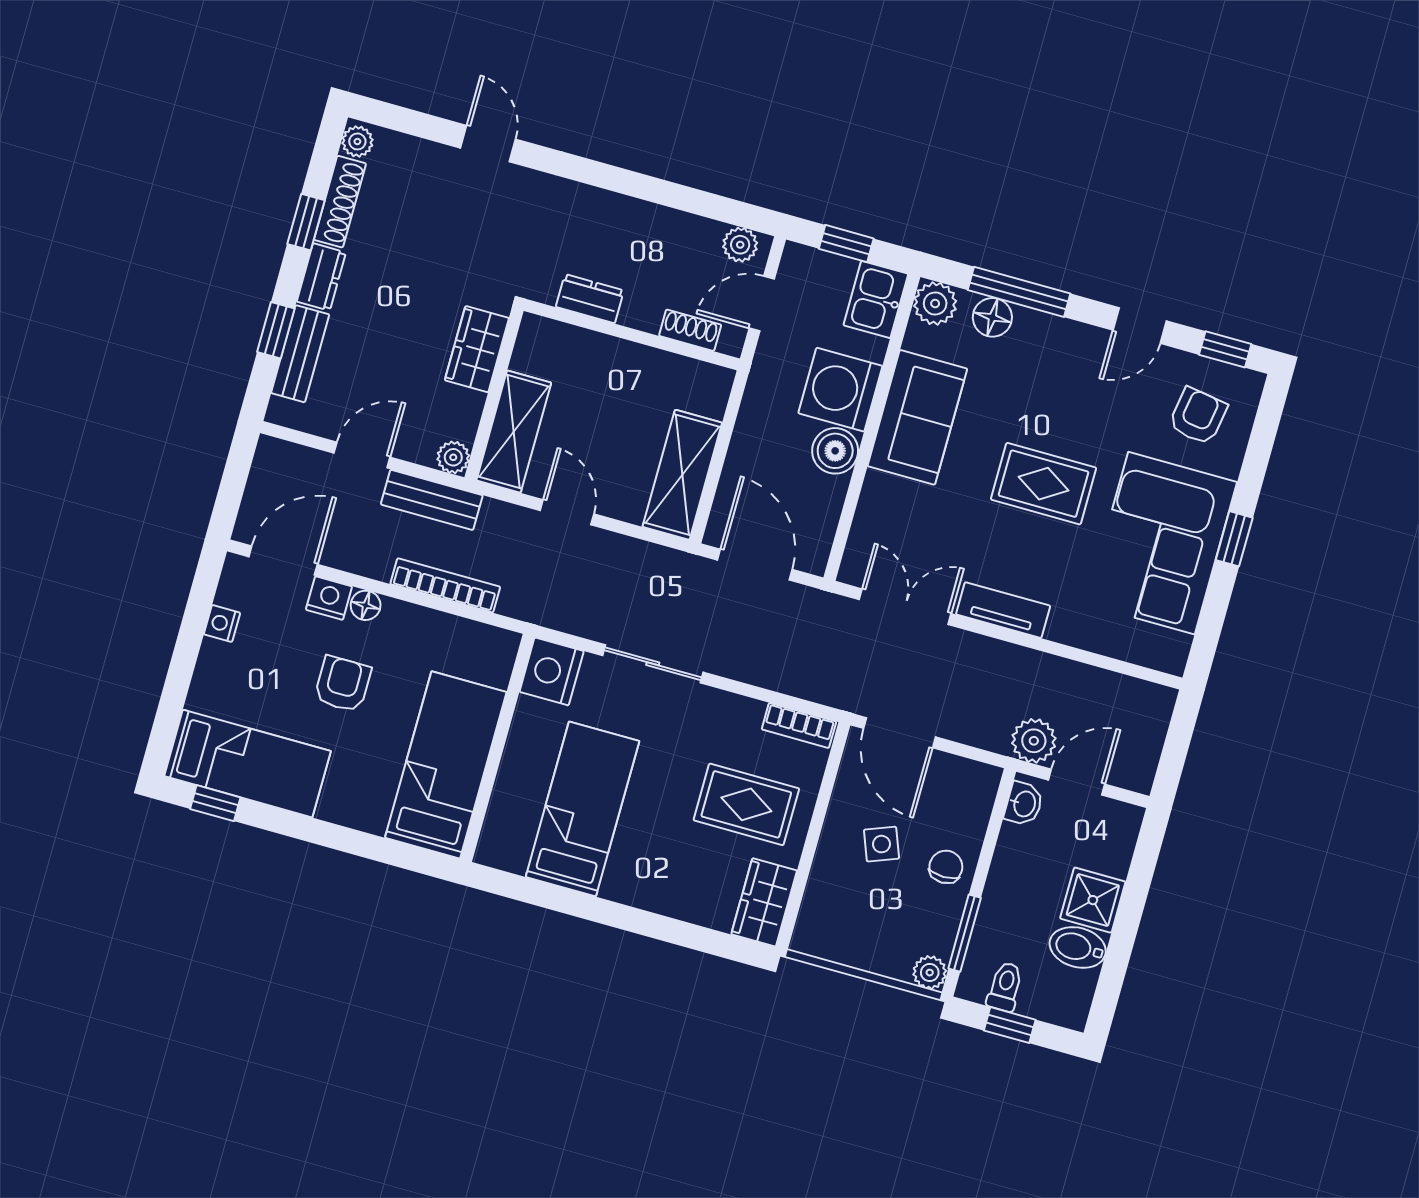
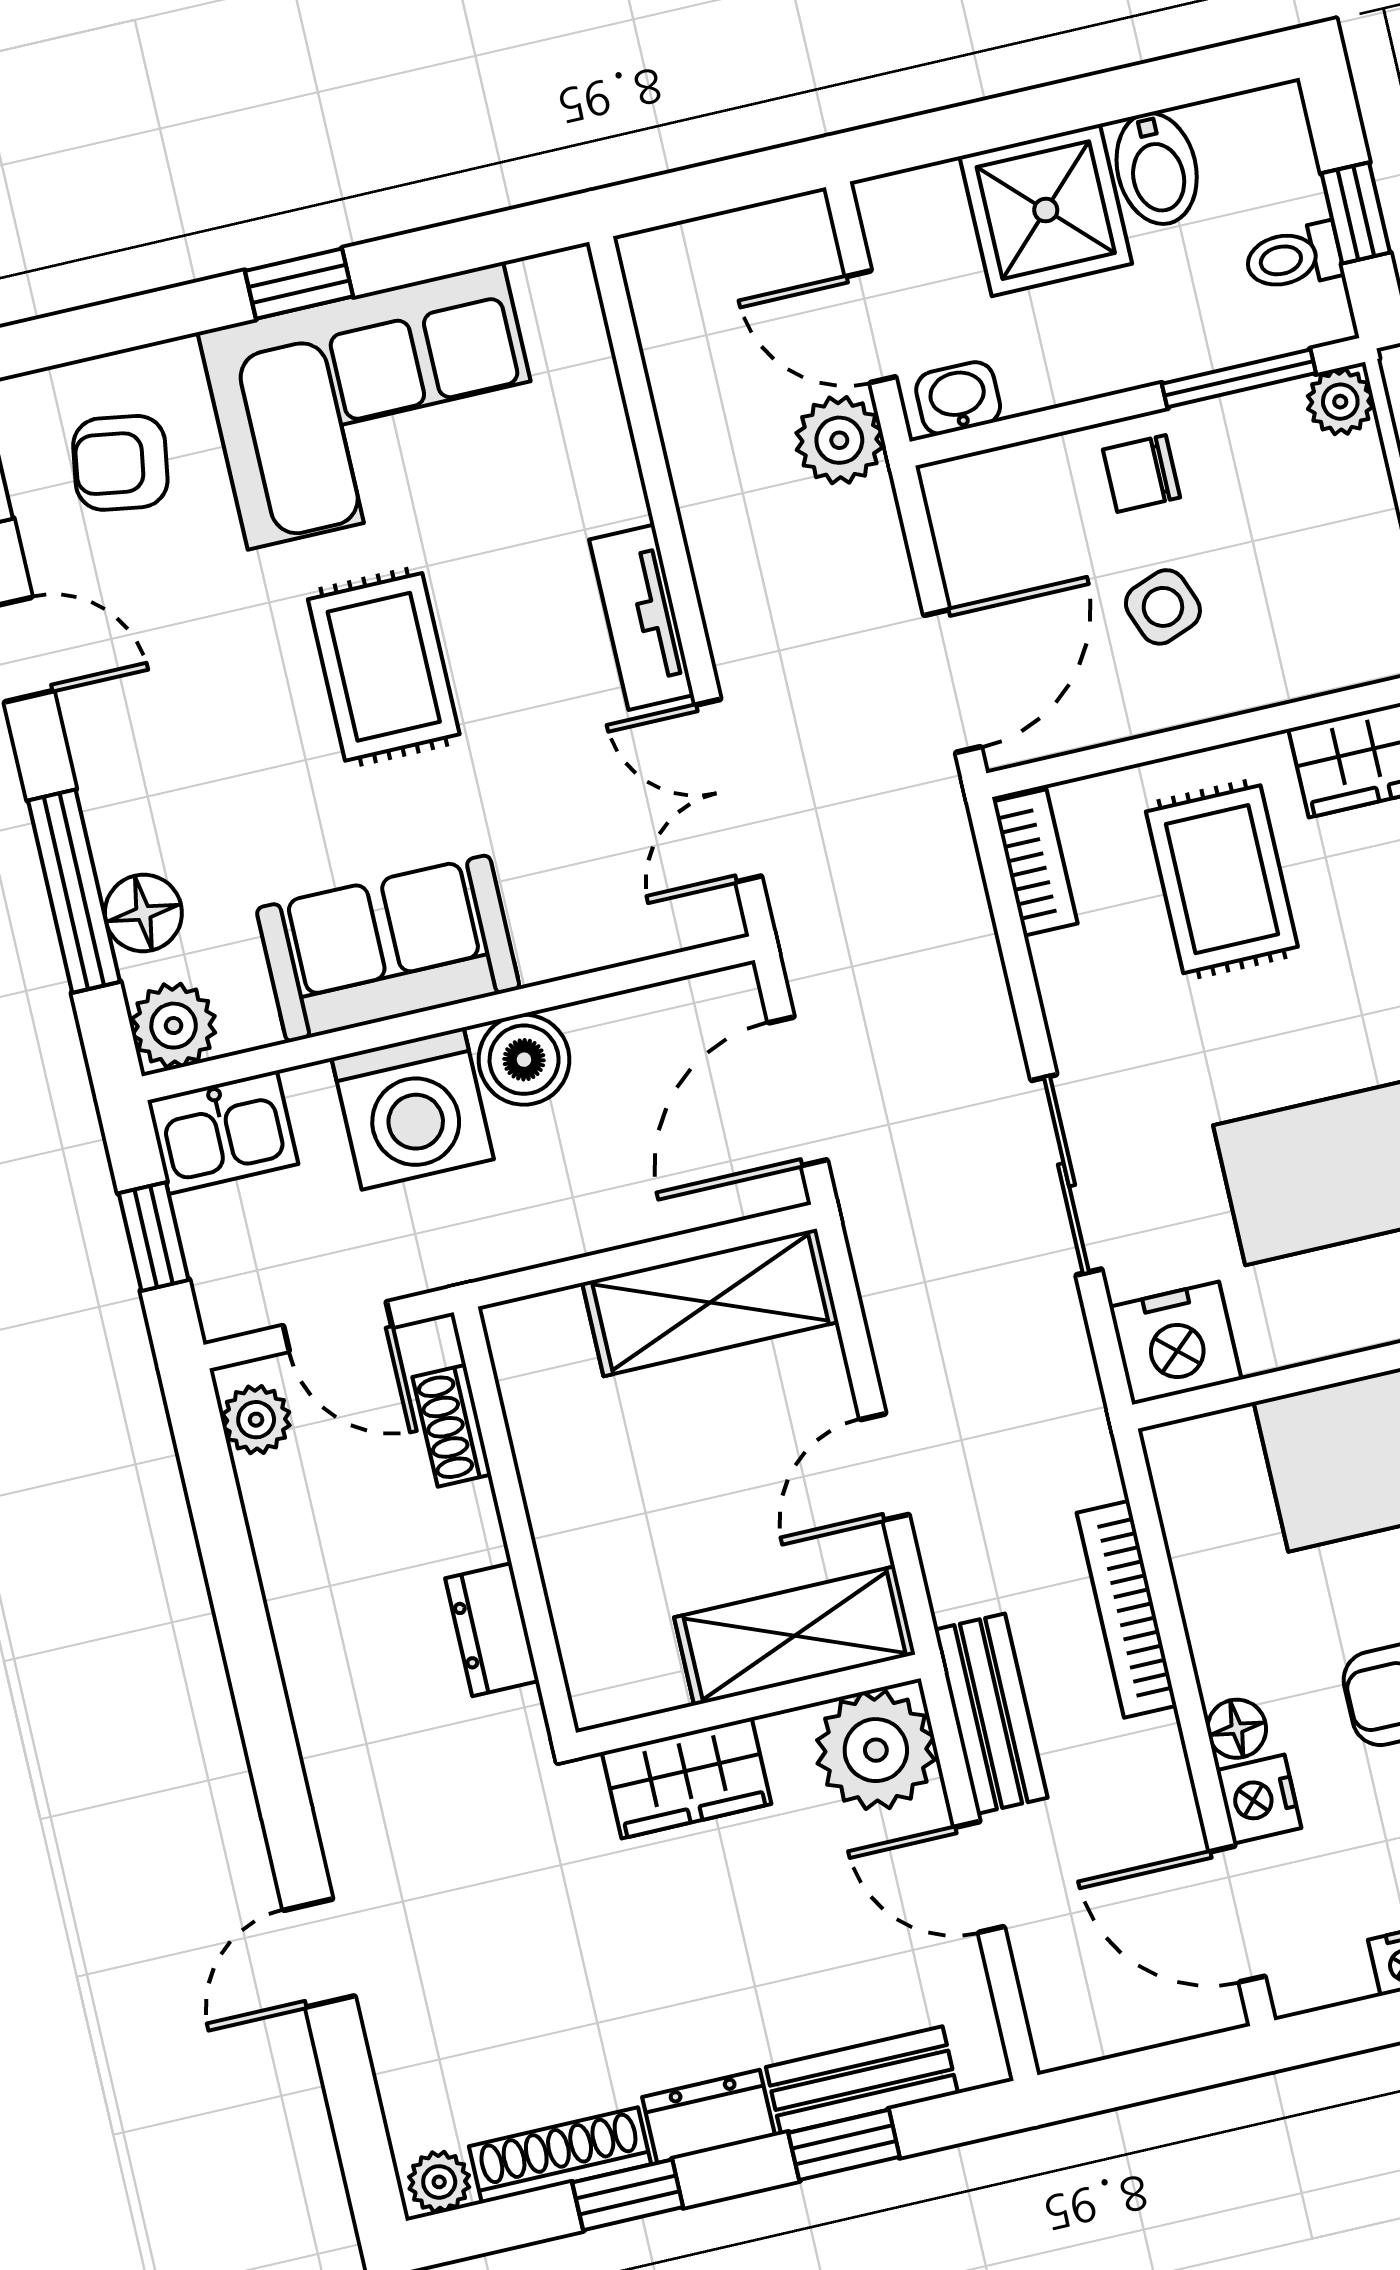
plant: (453, 457) -> (876, 1750), width x1.88, depth x1.88
shower: (1093, 900) -> (1046, 210), width x1.36, depth x1.36

